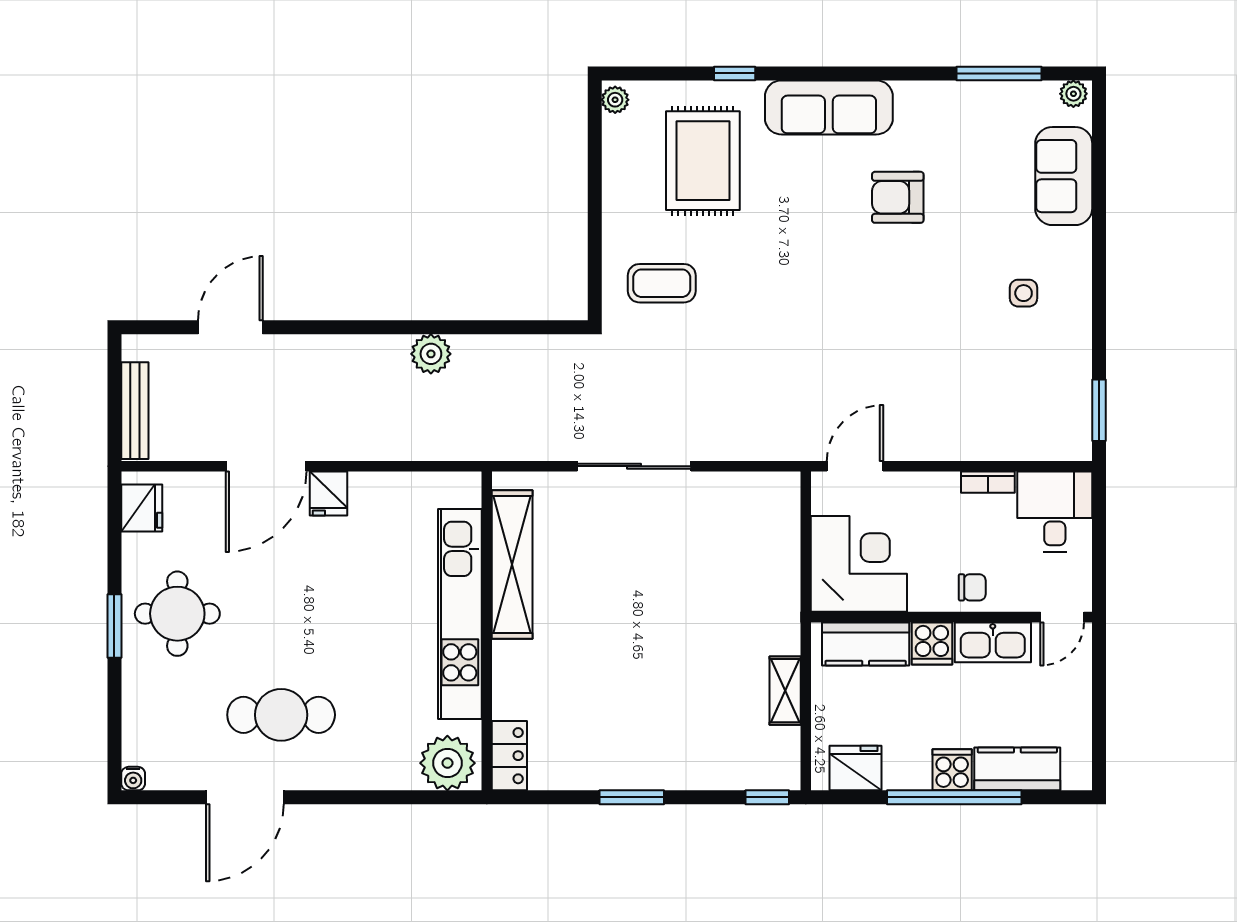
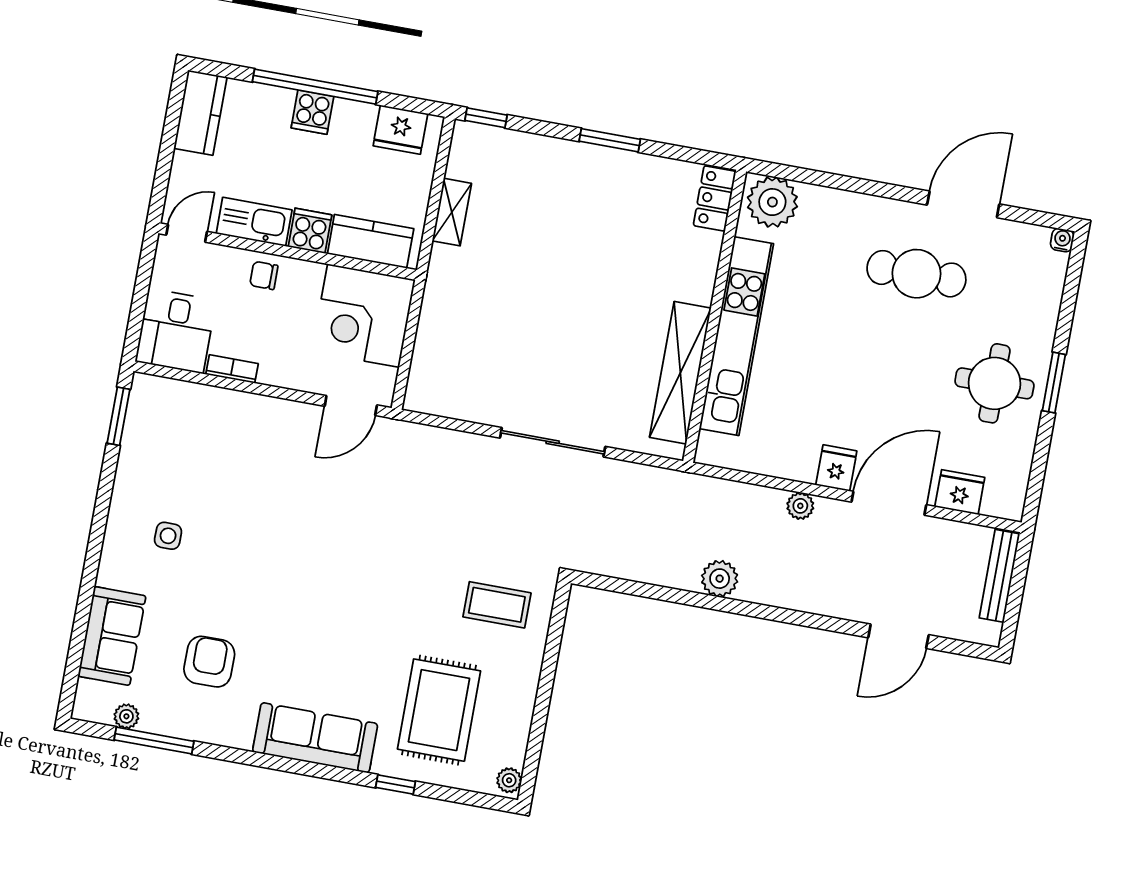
plant: (1073, 94) -> (126, 716), moved
armchair: (898, 197) -> (209, 662), moved, turned -90
plant: (359, 446) -> (800, 506), added
fridge: (142, 508) -> (960, 492), moved, turned 90
kitchen counter: (1017, 769) -> (200, 113), moved, turned -90

